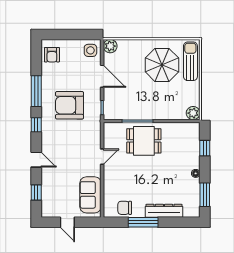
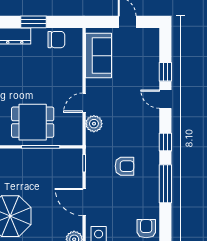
armchair: (70, 105) -> (124, 166), width x0.53, depth x0.53
plant: (94, 140) -> (94, 124), added
window: (36, 193) -> (165, 72), moved
window: (143, 222) -> (34, 22), width x0.69

